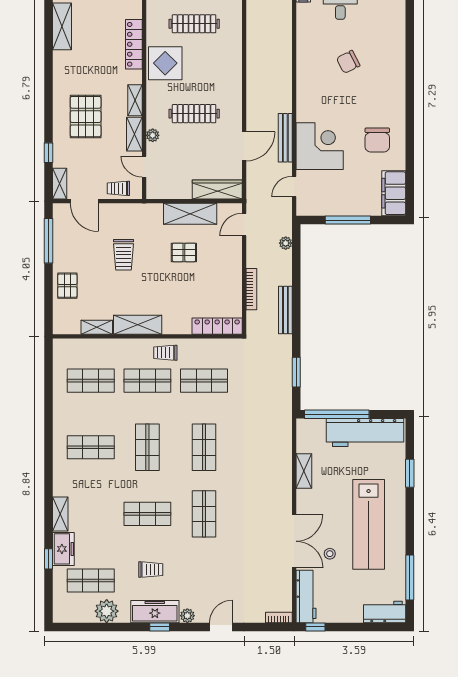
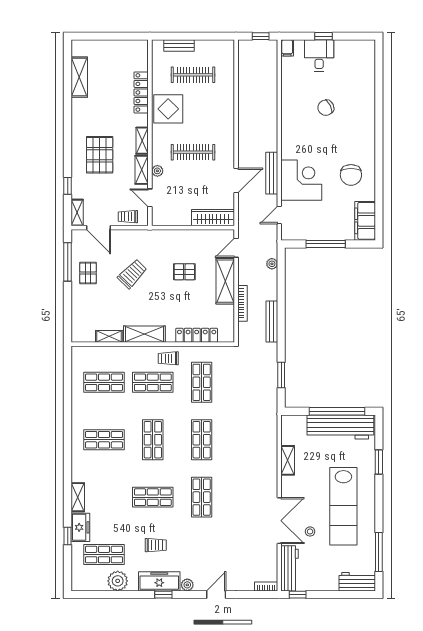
shelving: (190, 214) -> (225, 281), moved, turned 90
trolley: (124, 255) -> (132, 274), turned -136
pallet: (67, 286) -> (88, 273), moved
locker: (217, 326) -> (197, 335), moved
shop shelf: (204, 381) -> (202, 382), turned 90
window: (337, 414) -> (337, 411), moved

